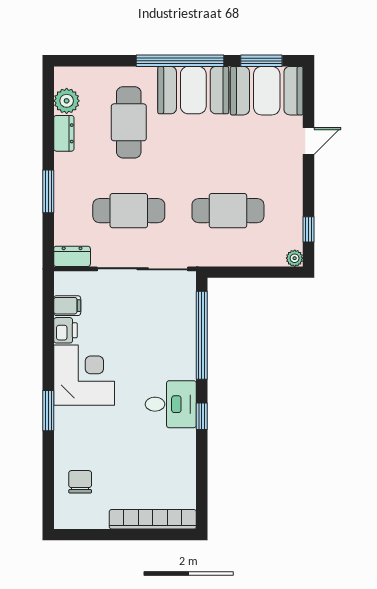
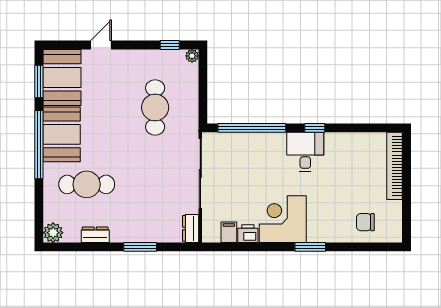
plant: (67, 101) -> (53, 233), moved
door: (309, 141) -> (101, 45), hinge flipped
cafe table: (129, 211) -> (155, 184), removed

